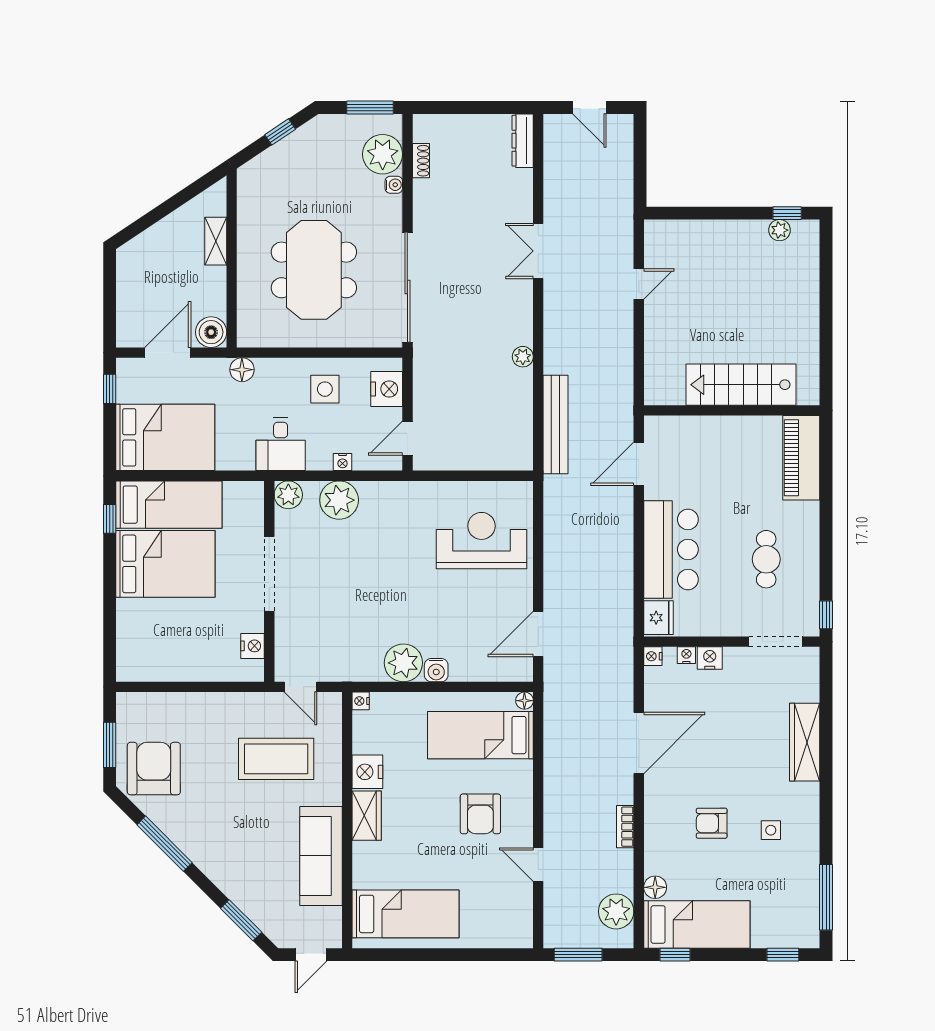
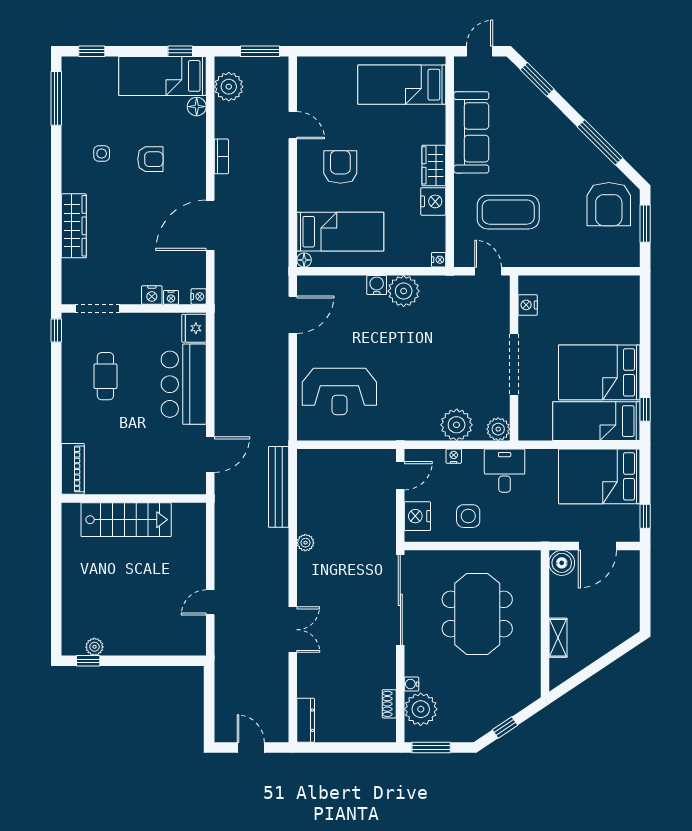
floor lamp: (242, 370) -> (536, 532), removed
piano: (801, 458) -> (73, 469), width x0.73, depth x0.75

